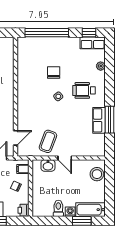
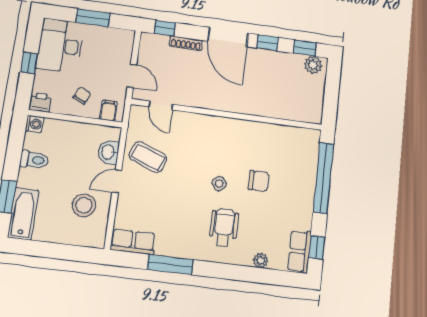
row of seats: (99, 120) -> (133, 242), moved
stool: (97, 174) -> (84, 205), moved
washing machine: (70, 212) -> (34, 124), moved

